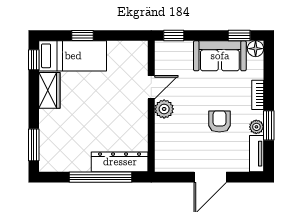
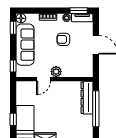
sofa: (220, 56) -> (25, 45), width x1.36
door: (151, 87) -> (43, 79), swing flipped
window: (269, 125) -> (79, 11), moved

